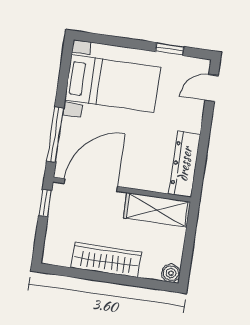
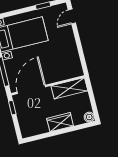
dresser: (185, 164) -> (74, 60), removed
wardrobe: (106, 260) -> (60, 122), width x0.67

